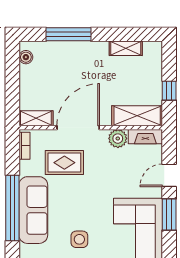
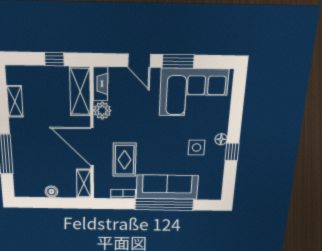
boiler: (26, 57) -> (51, 192), moved
bookcase: (24, 146) -> (123, 194), moved

